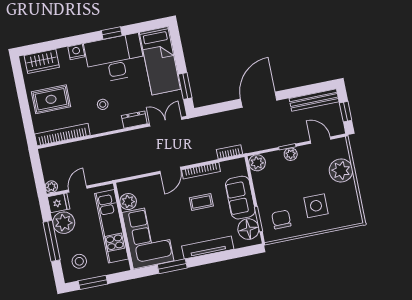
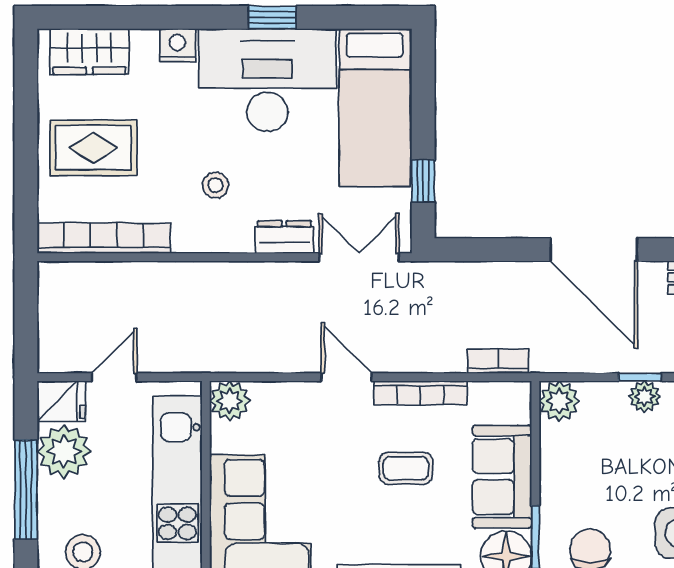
window: (185, 86) -> (423, 181), width x0.67
door: (259, 100) -> (594, 250), swing flipped
door: (170, 170) -> (347, 377), swing flipped
plant: (51, 187) -> (52, 359), removed
plant: (128, 202) -> (230, 401), moved

